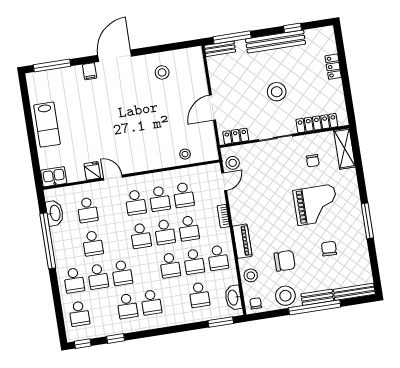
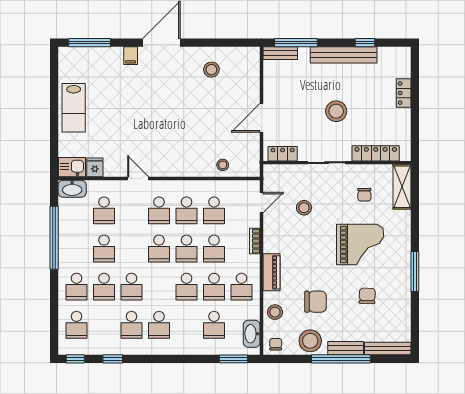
stool: (233, 163) -> (304, 208), moved
fridge: (92, 171) -> (95, 167), moved
washbasin: (55, 213) -> (72, 189), moved, turned 90

